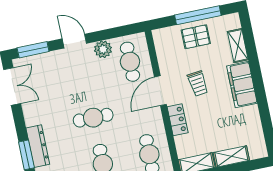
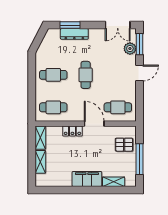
pallet: (196, 37) -> (124, 145), moved, turned 90
plant: (103, 49) -> (130, 49), moved
trolley: (198, 84) -> (94, 150), removed

